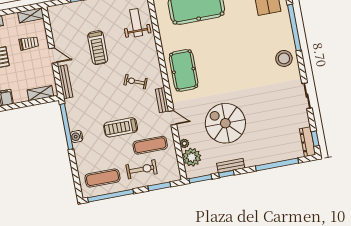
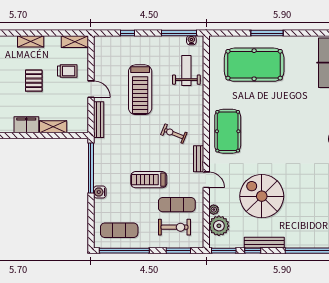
treadmill: (98, 48) -> (140, 90), width x1.37, depth x1.38
shelving: (40, 93) -> (53, 127), moved
water cooler: (77, 137) -> (100, 192), moved
bench: (231, 166) -> (264, 243), width x1.36
exercise bike: (142, 169) -> (175, 227), moved

